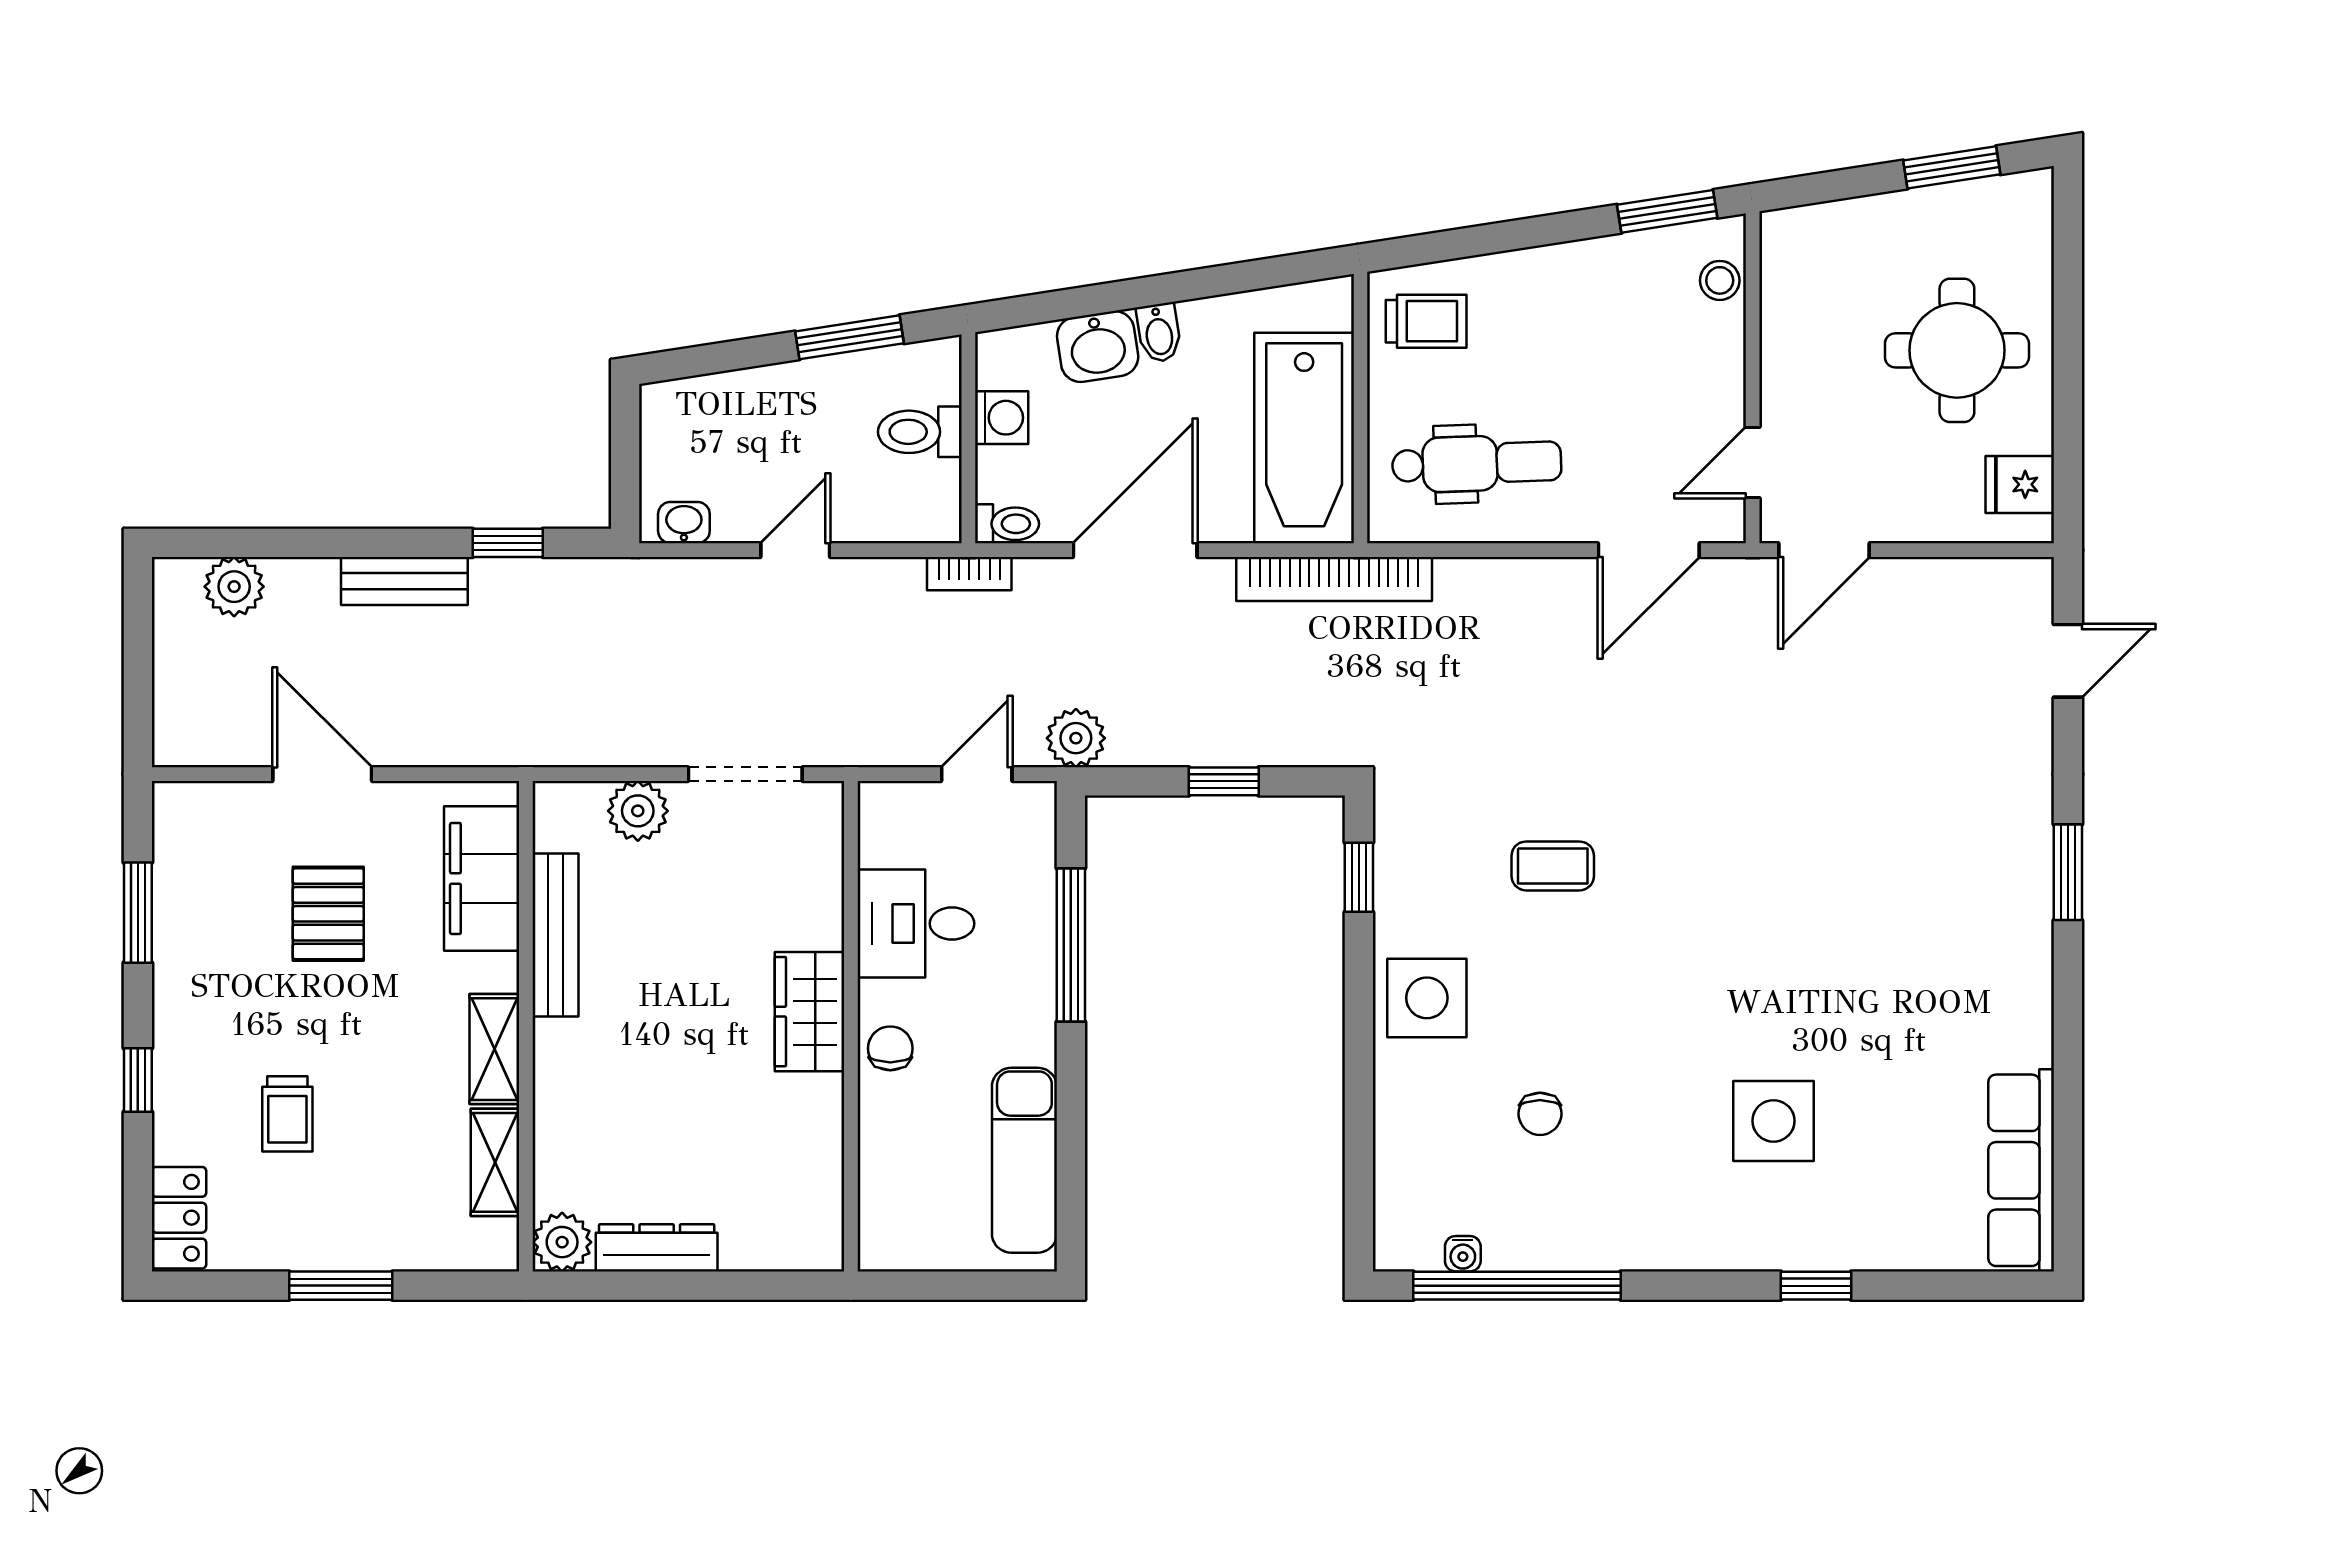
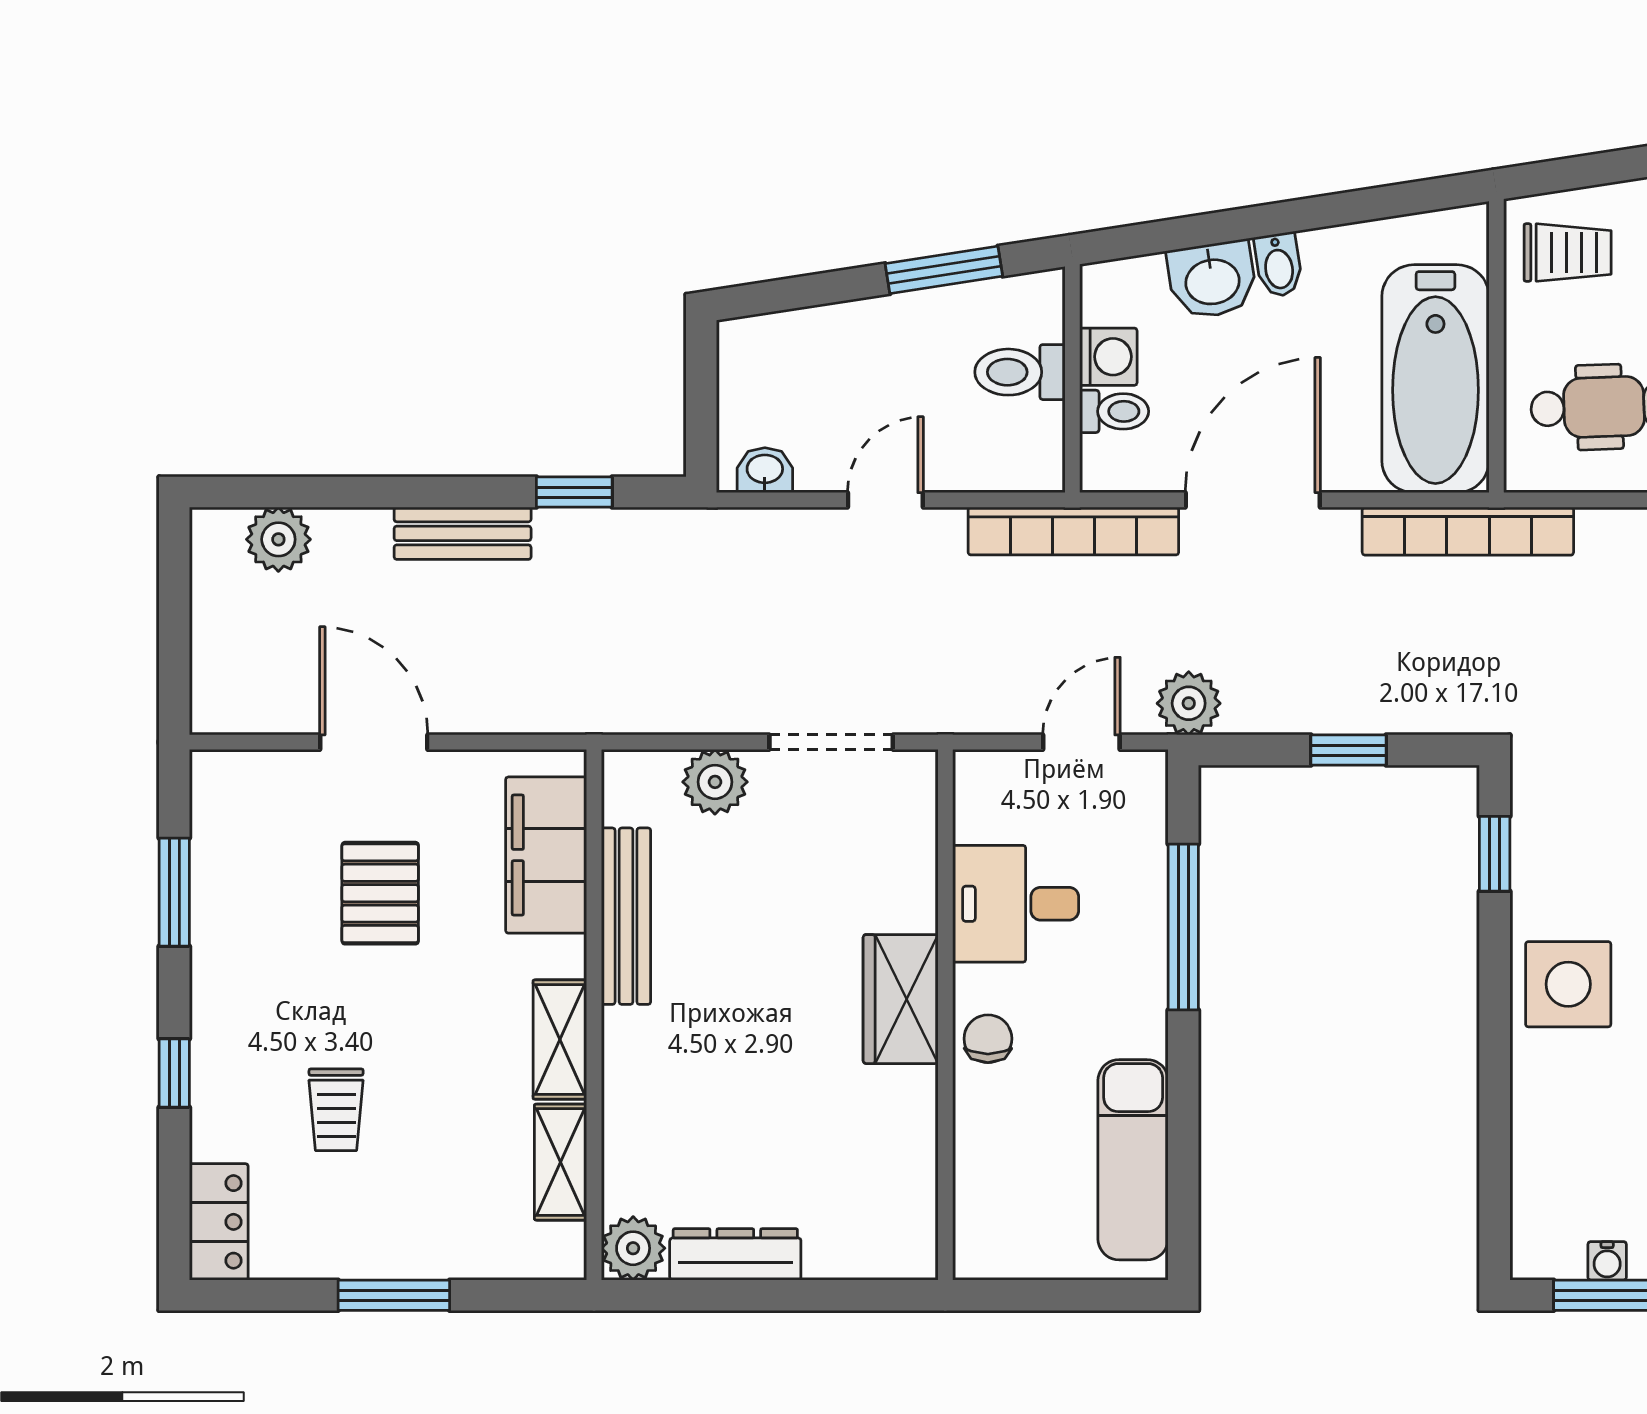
toilet: (1007, 524) -> (1114, 411), moved
bookcase: (969, 574) -> (1073, 531), width x2.31, depth x1.31

